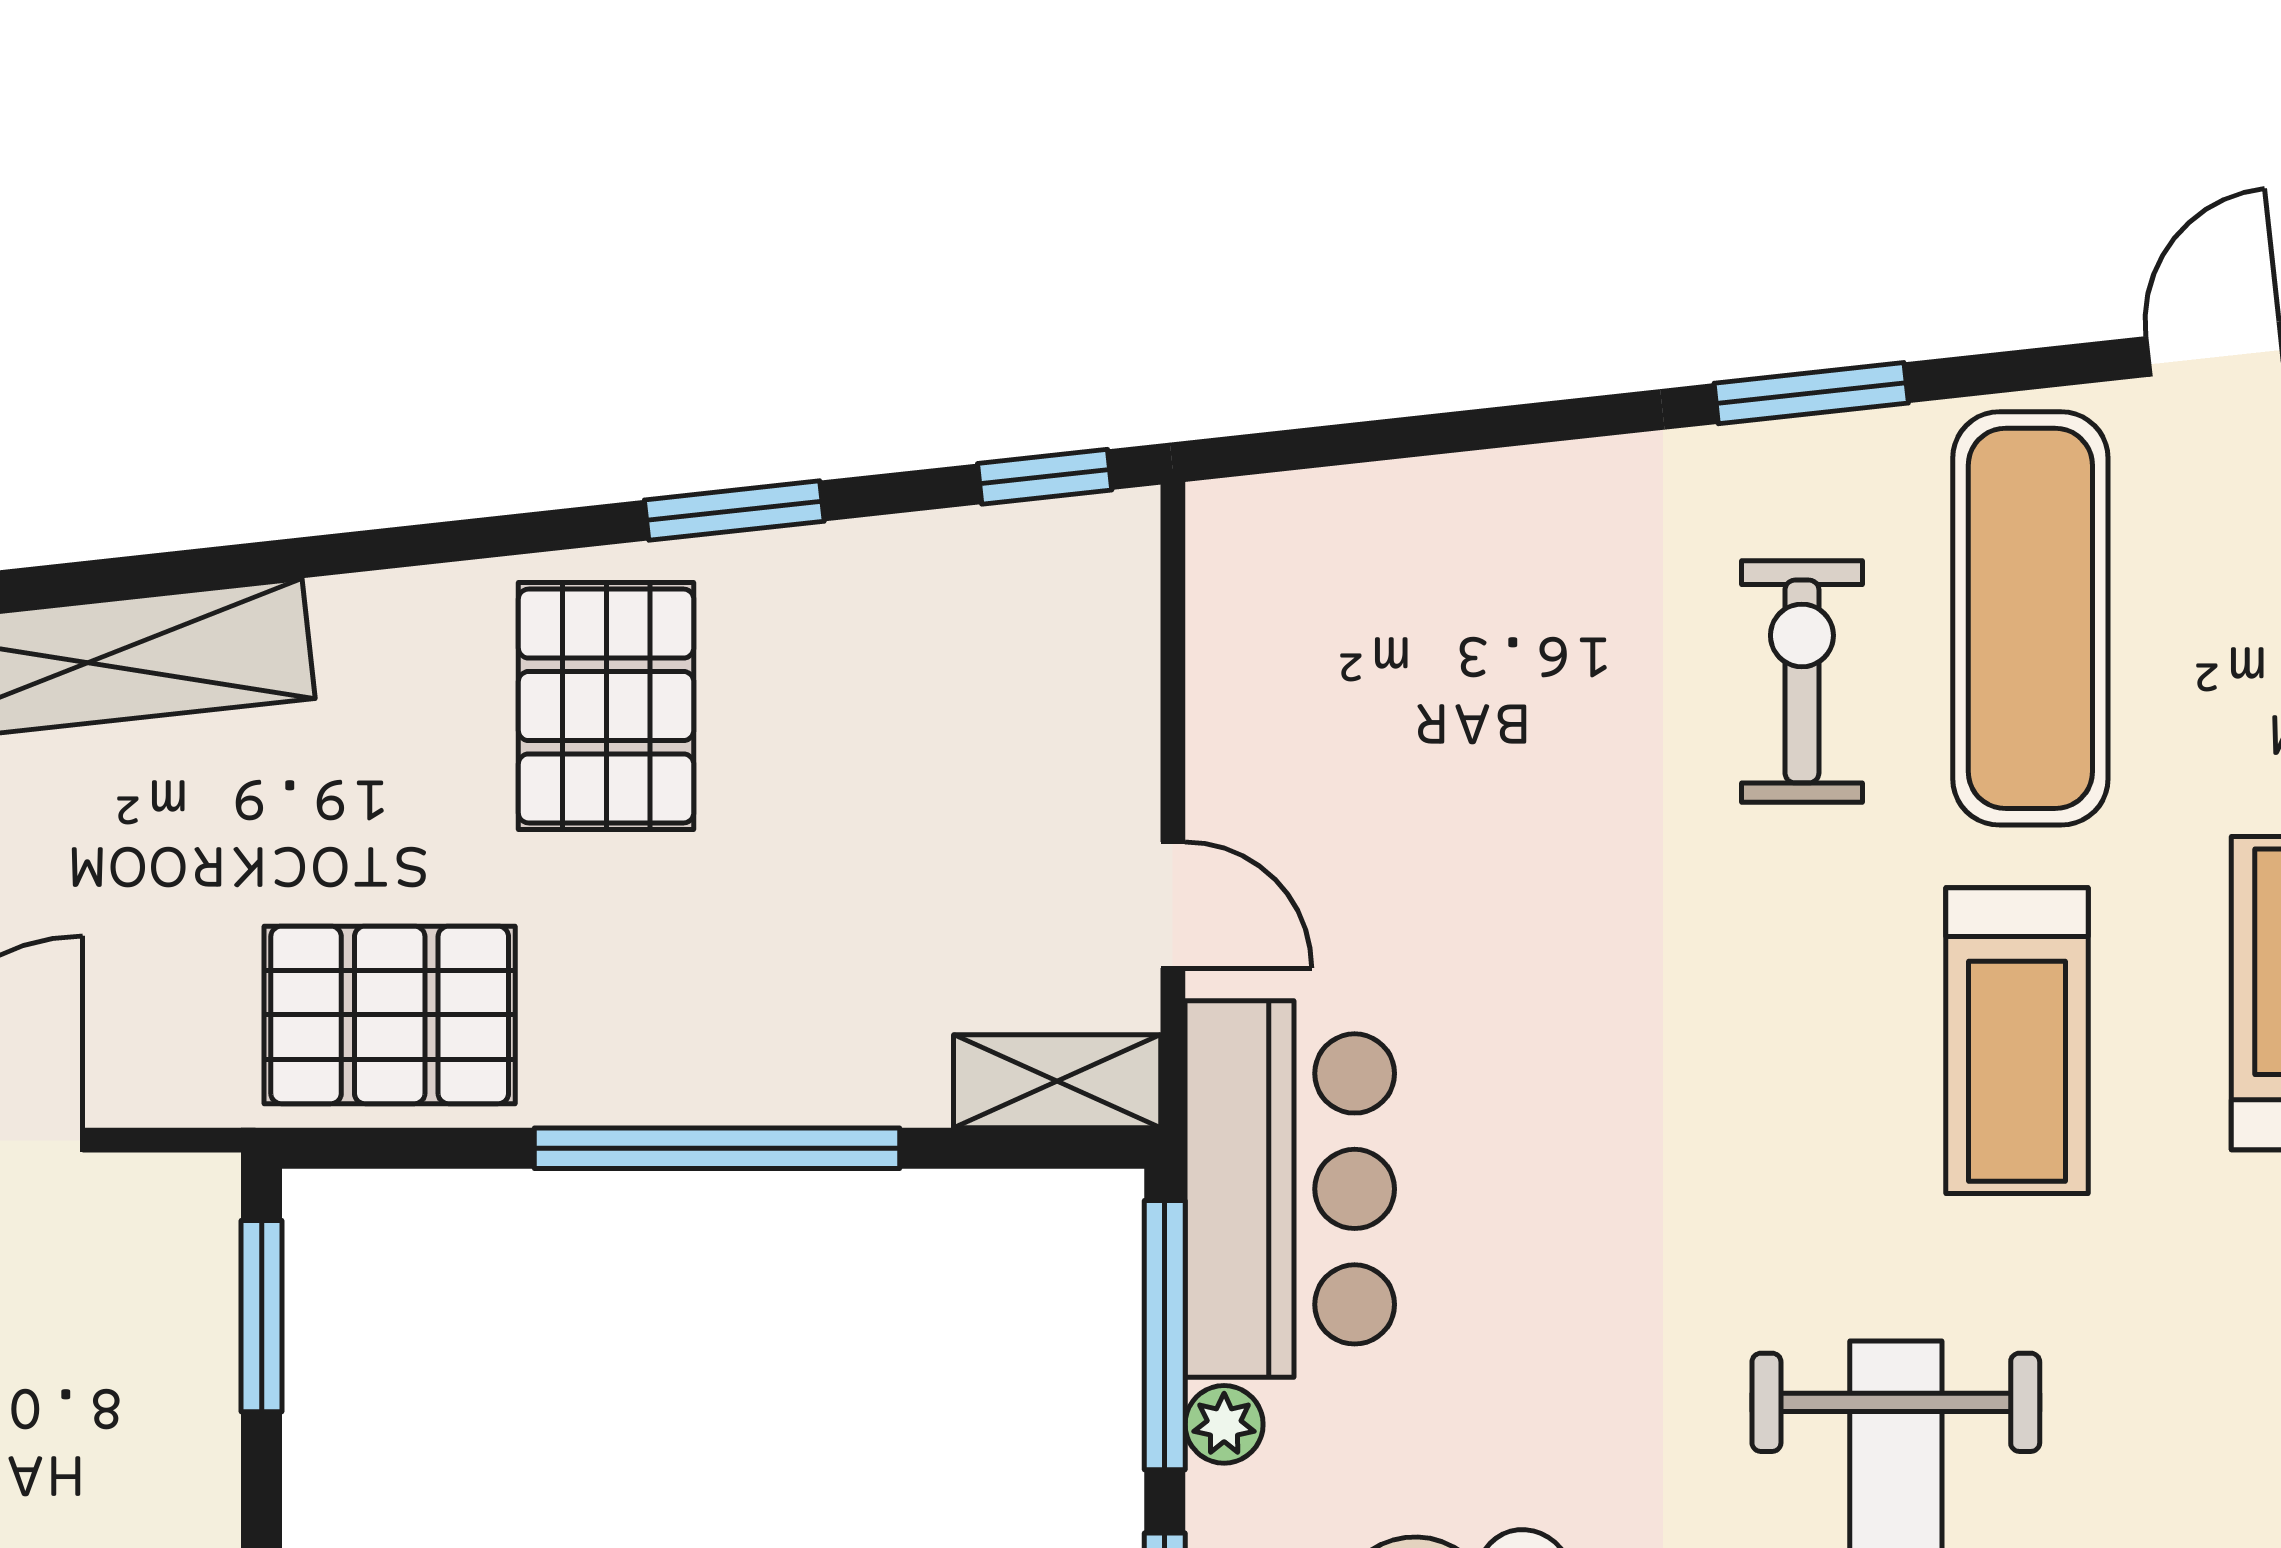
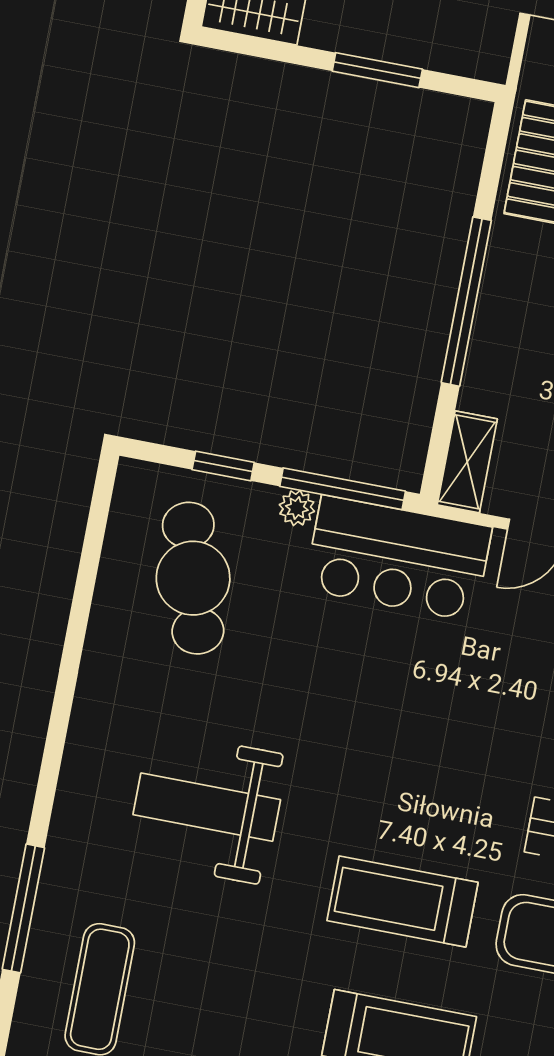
window: (262, 1316) -> (377, 70), moved

